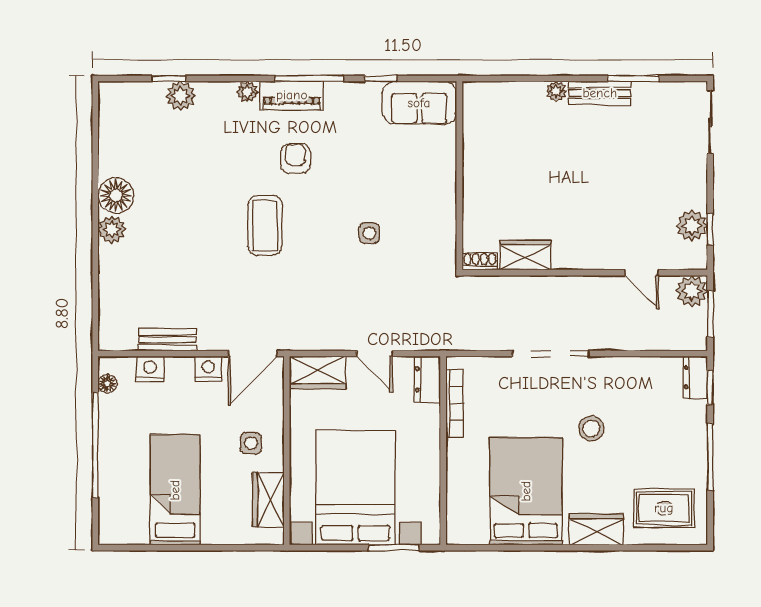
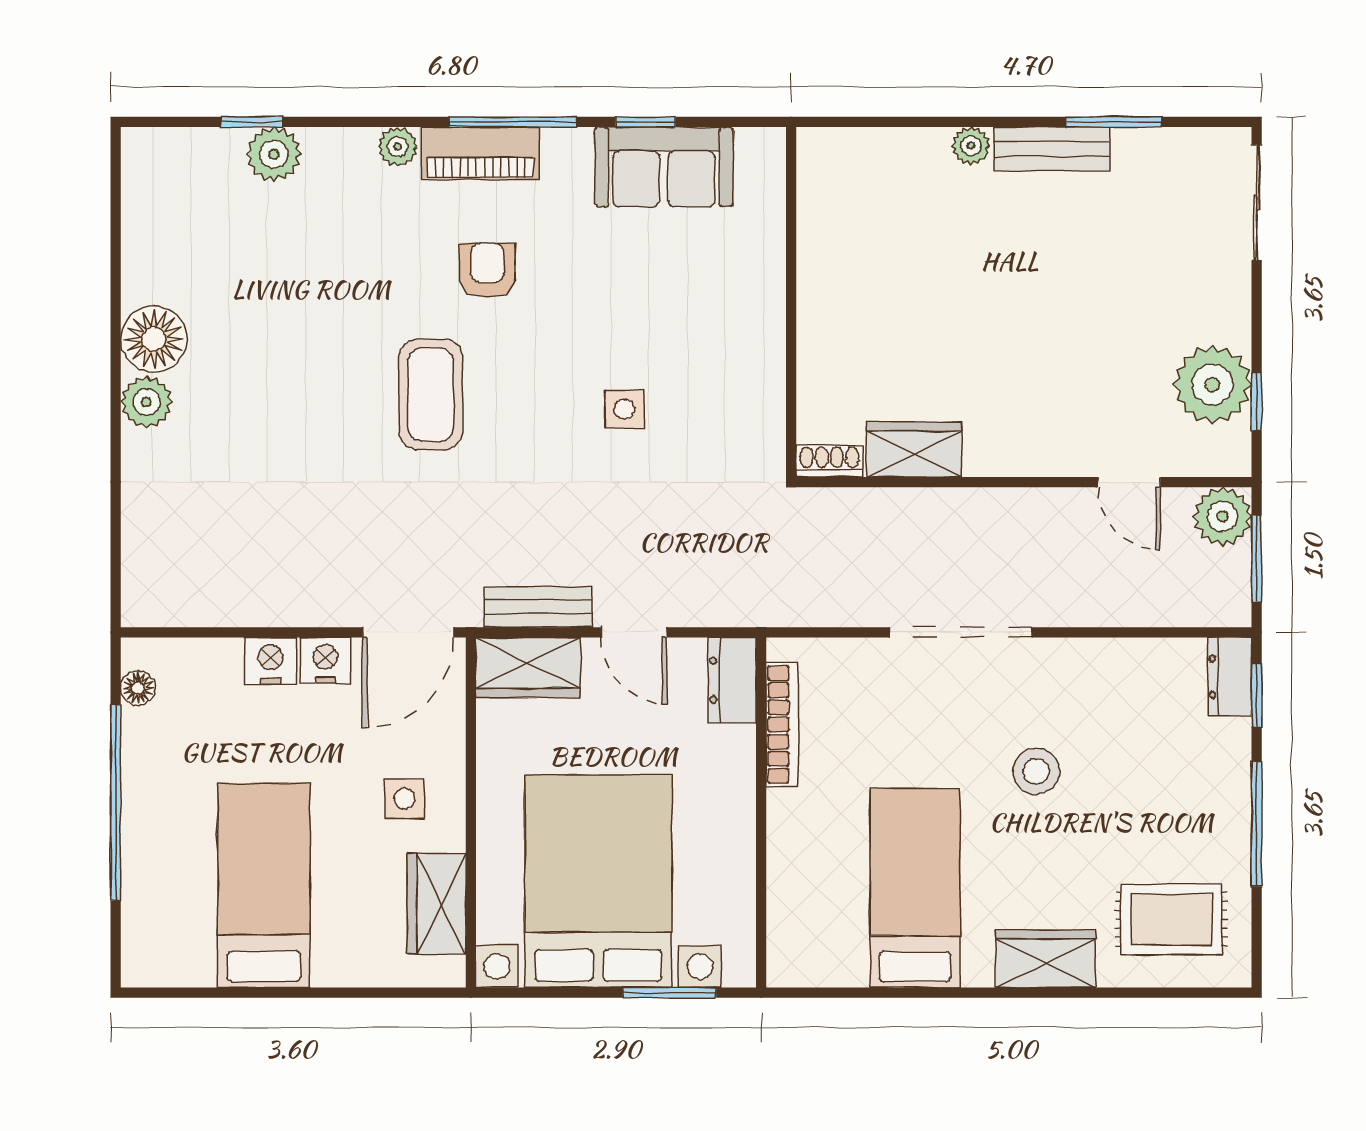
sofa: (419, 103) -> (664, 167), moved
plant: (692, 226) -> (1212, 385), width x1.36, depth x1.36
bench: (168, 340) -> (538, 607), moved
nightstand: (150, 369) -> (270, 661), moved
bed: (526, 491) -> (915, 888), width x0.67

